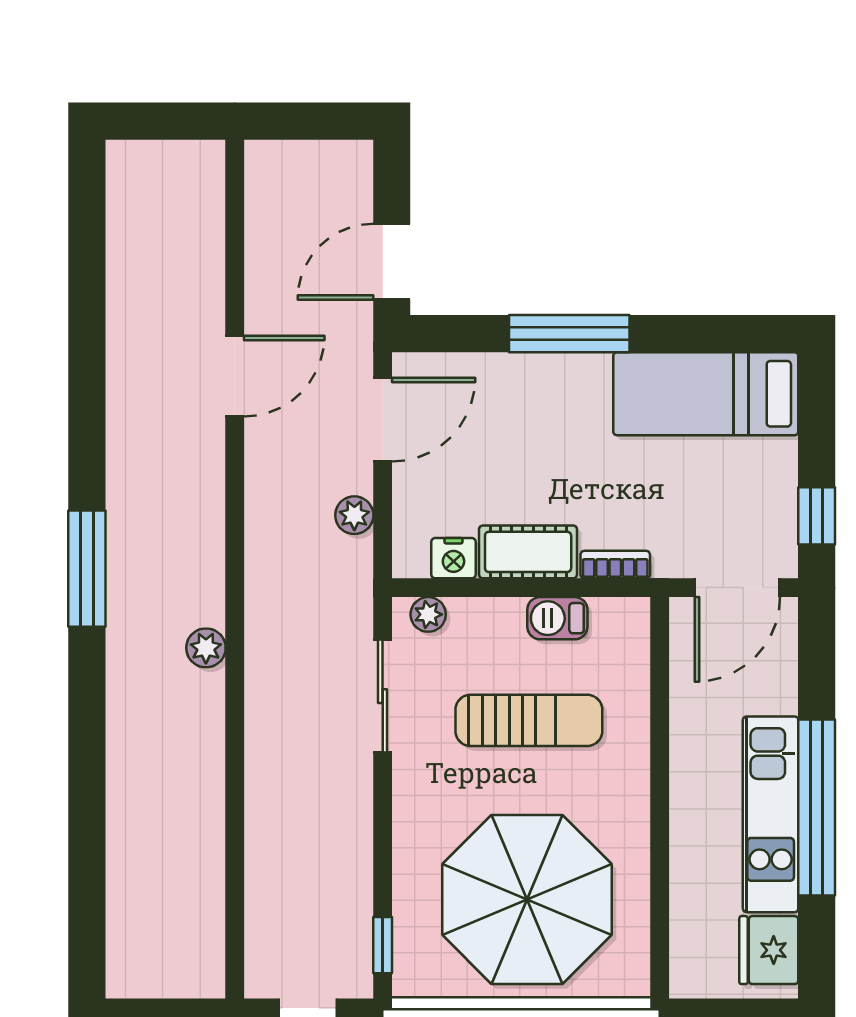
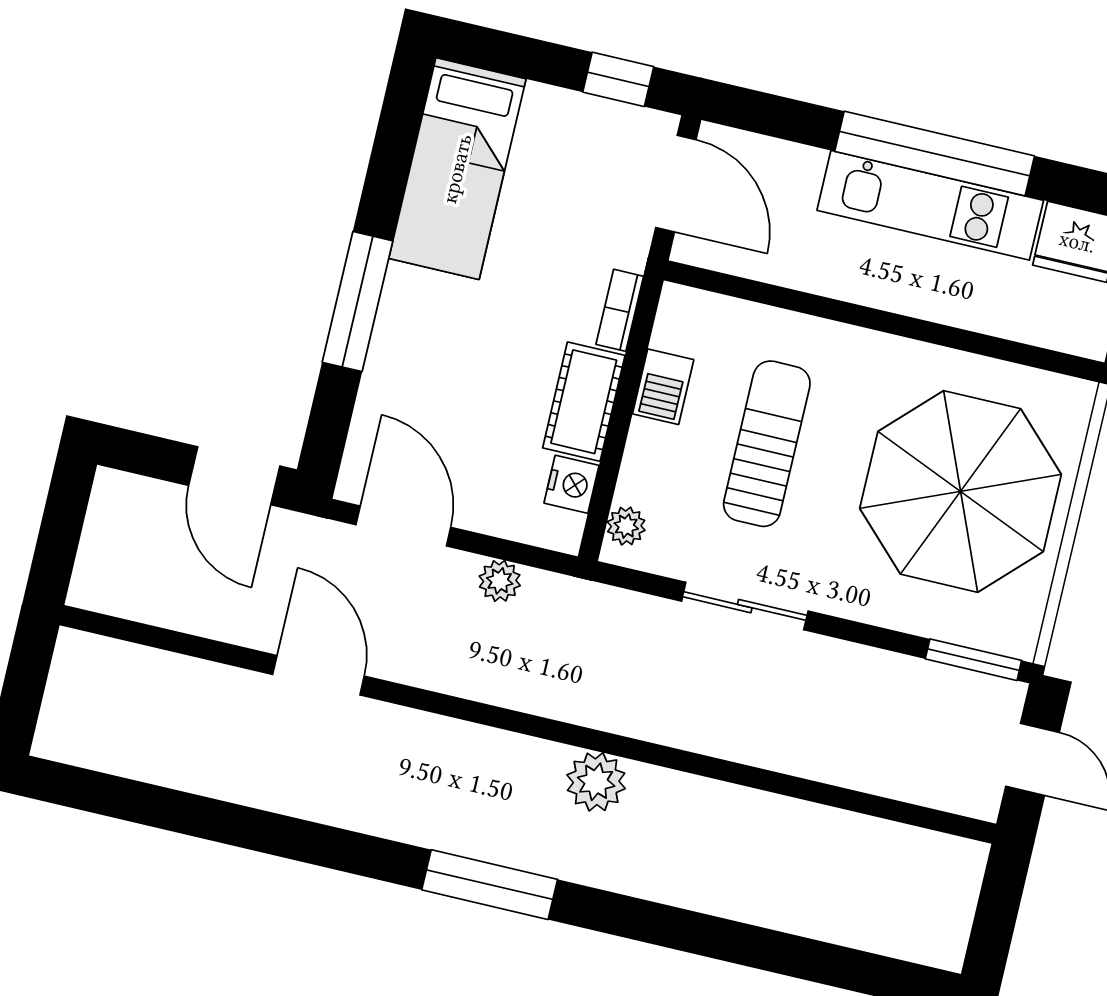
plant: (206, 648) -> (596, 782), width x1.38, depth x1.38
sliding door: (383, 696) -> (745, 606), moved
window: (383, 945) -> (973, 660), width x1.50

